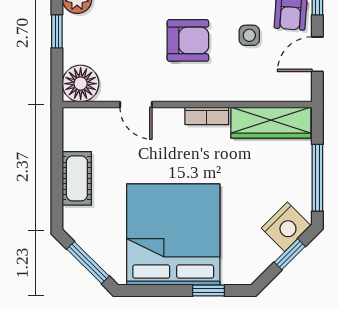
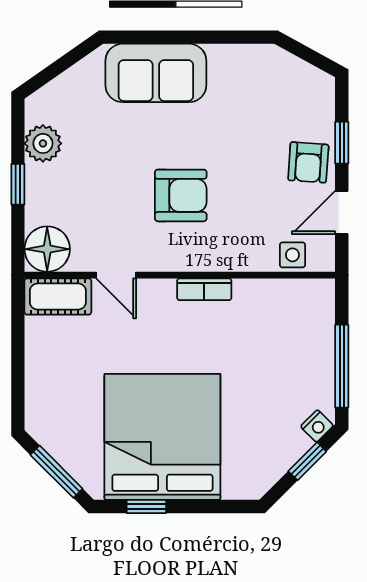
side table: (249, 35) -> (292, 255), moved
wardrobe: (271, 123) -> (284, 298), removed
cot: (77, 178) -> (58, 297), moved, turned 90
nightstand: (286, 227) -> (317, 426), width x0.53, depth x0.56
window: (209, 291) -> (146, 506), moved

